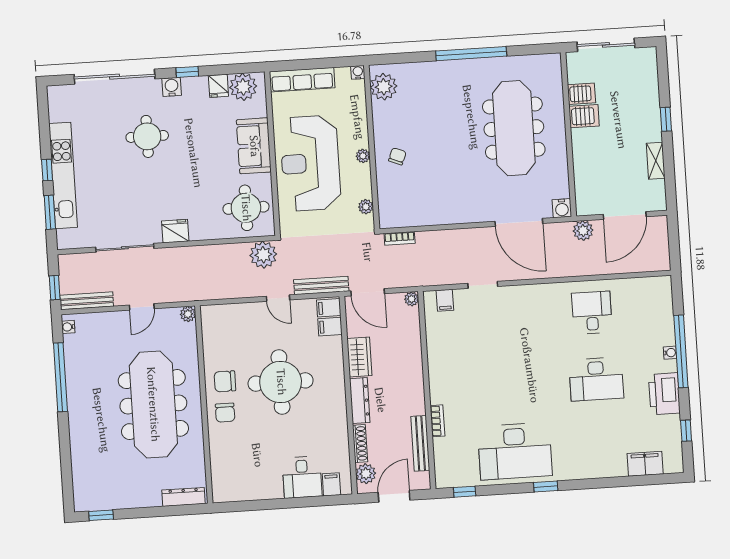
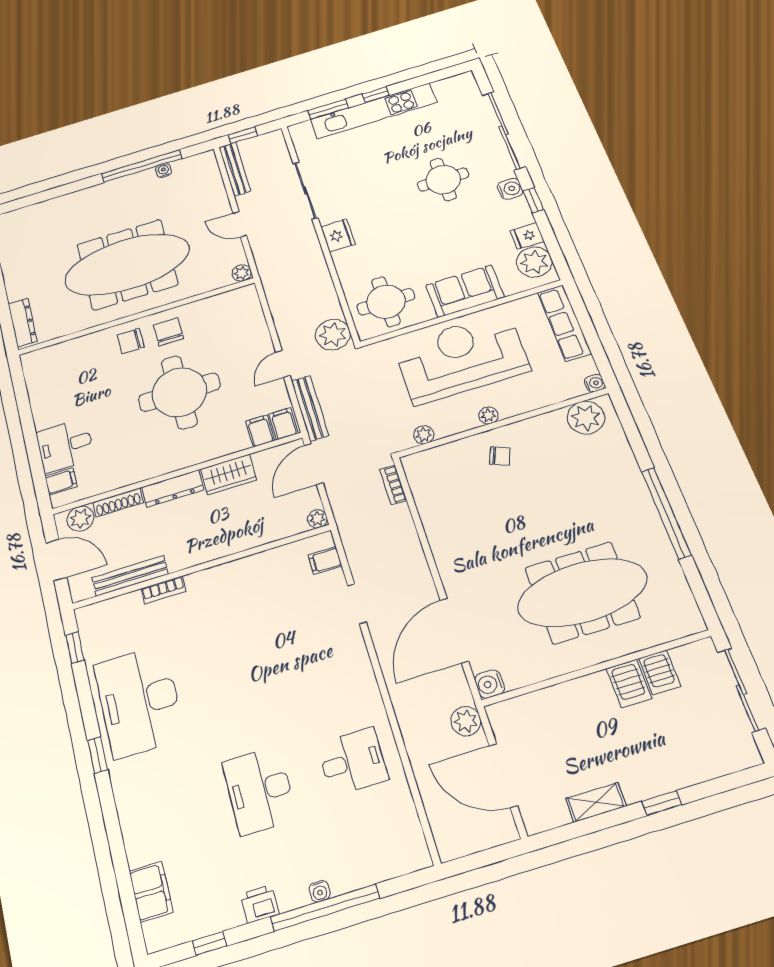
water cooler: (68, 327) -> (164, 170), moved
printer: (664, 394) -> (260, 904), width x0.53, depth x0.68

